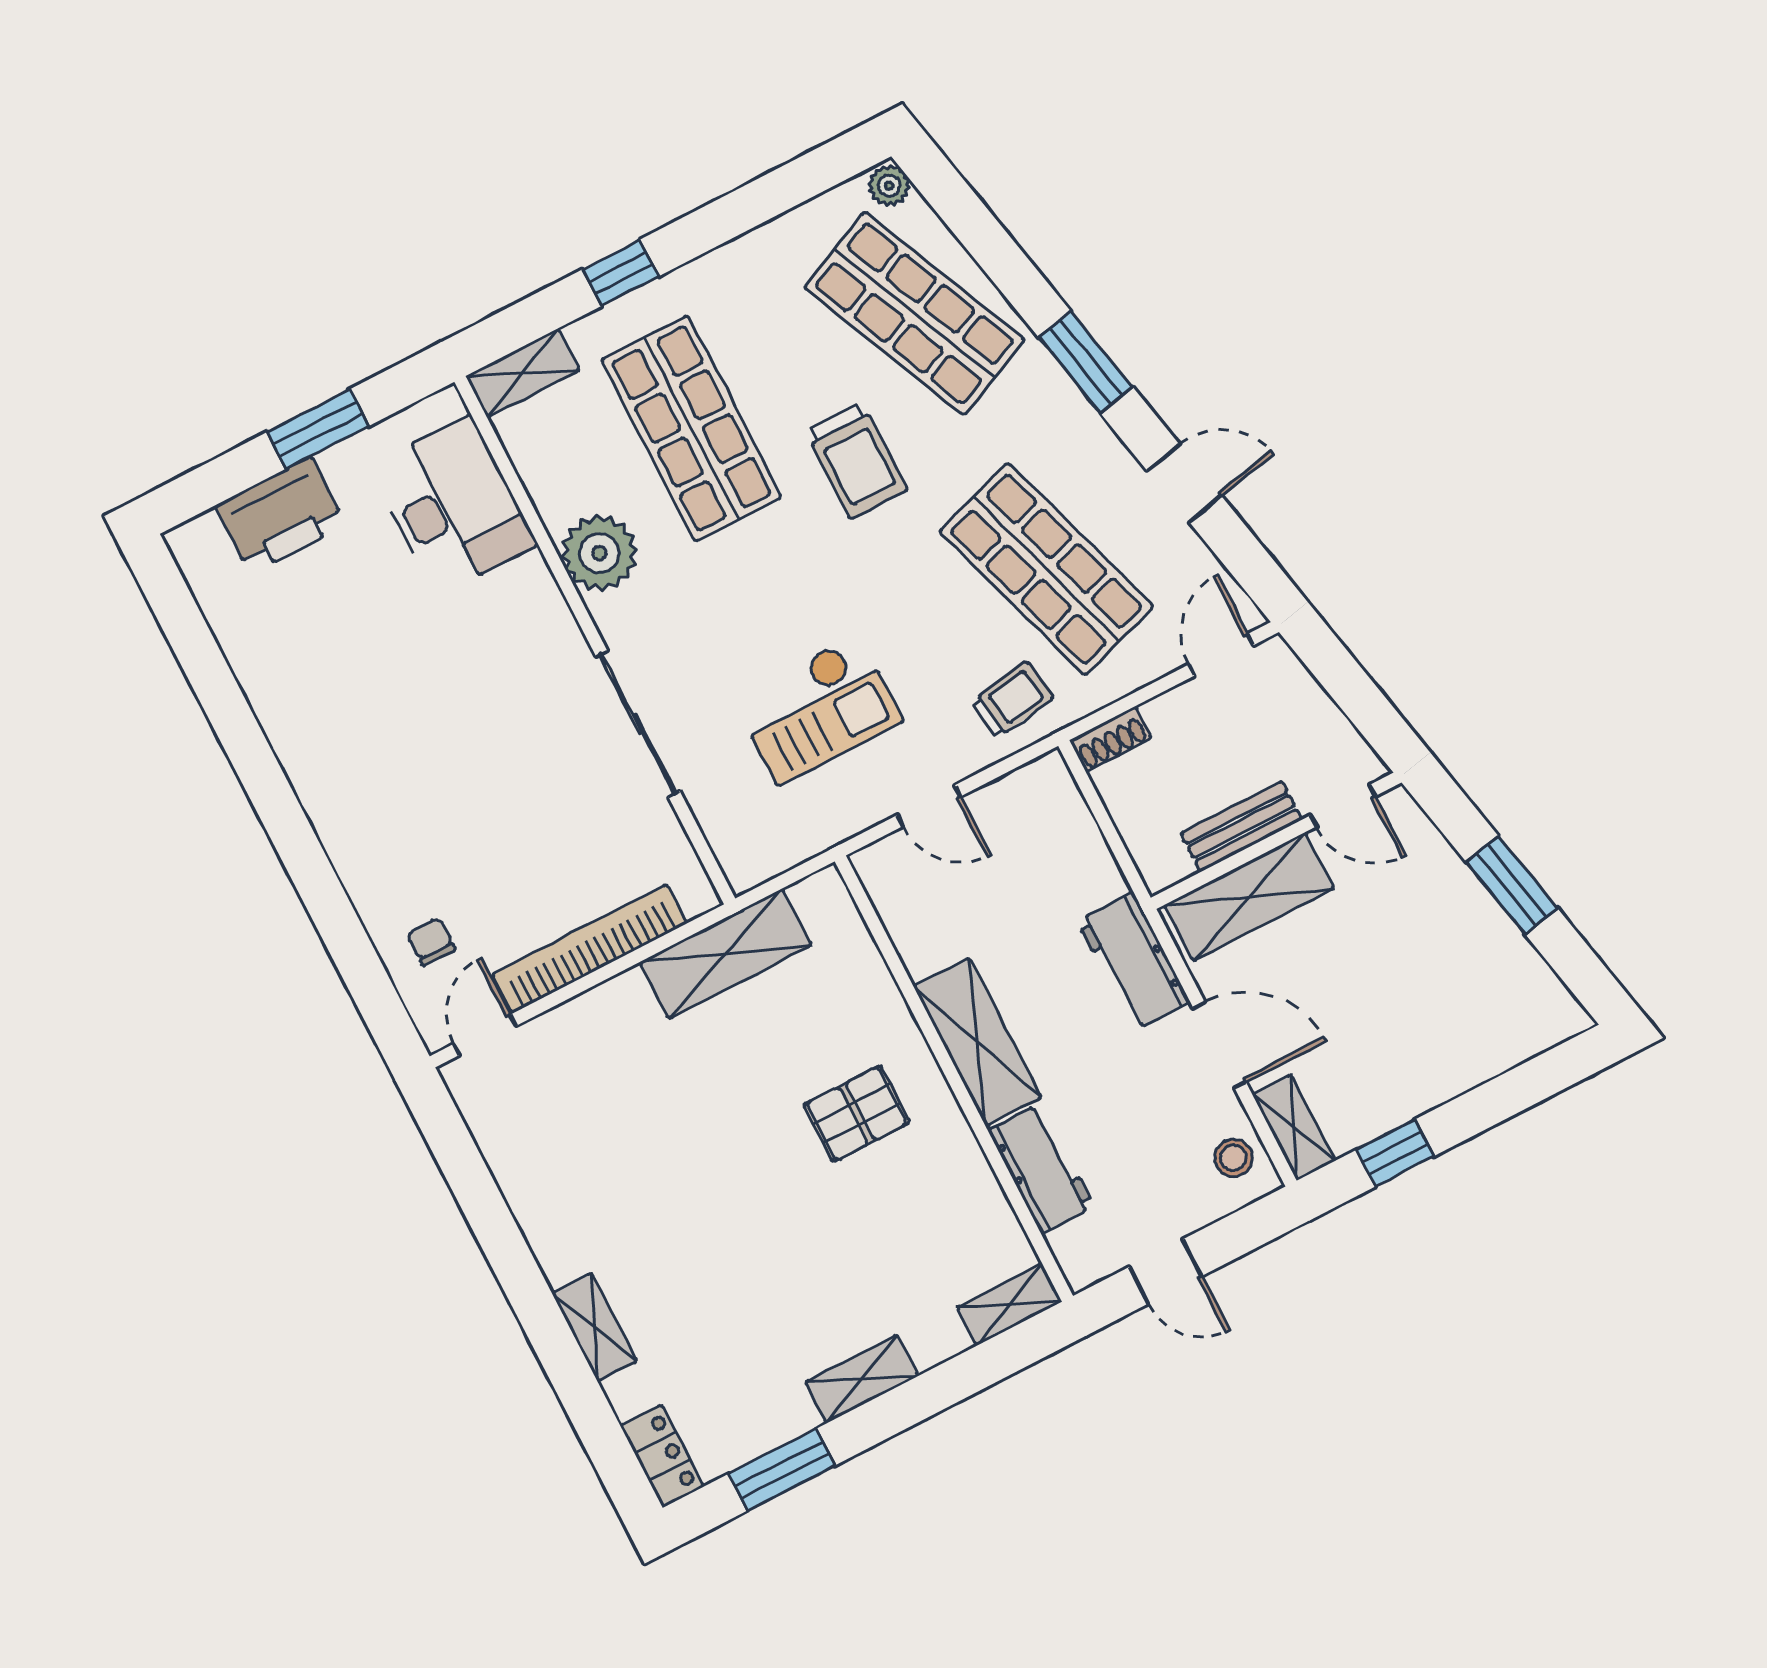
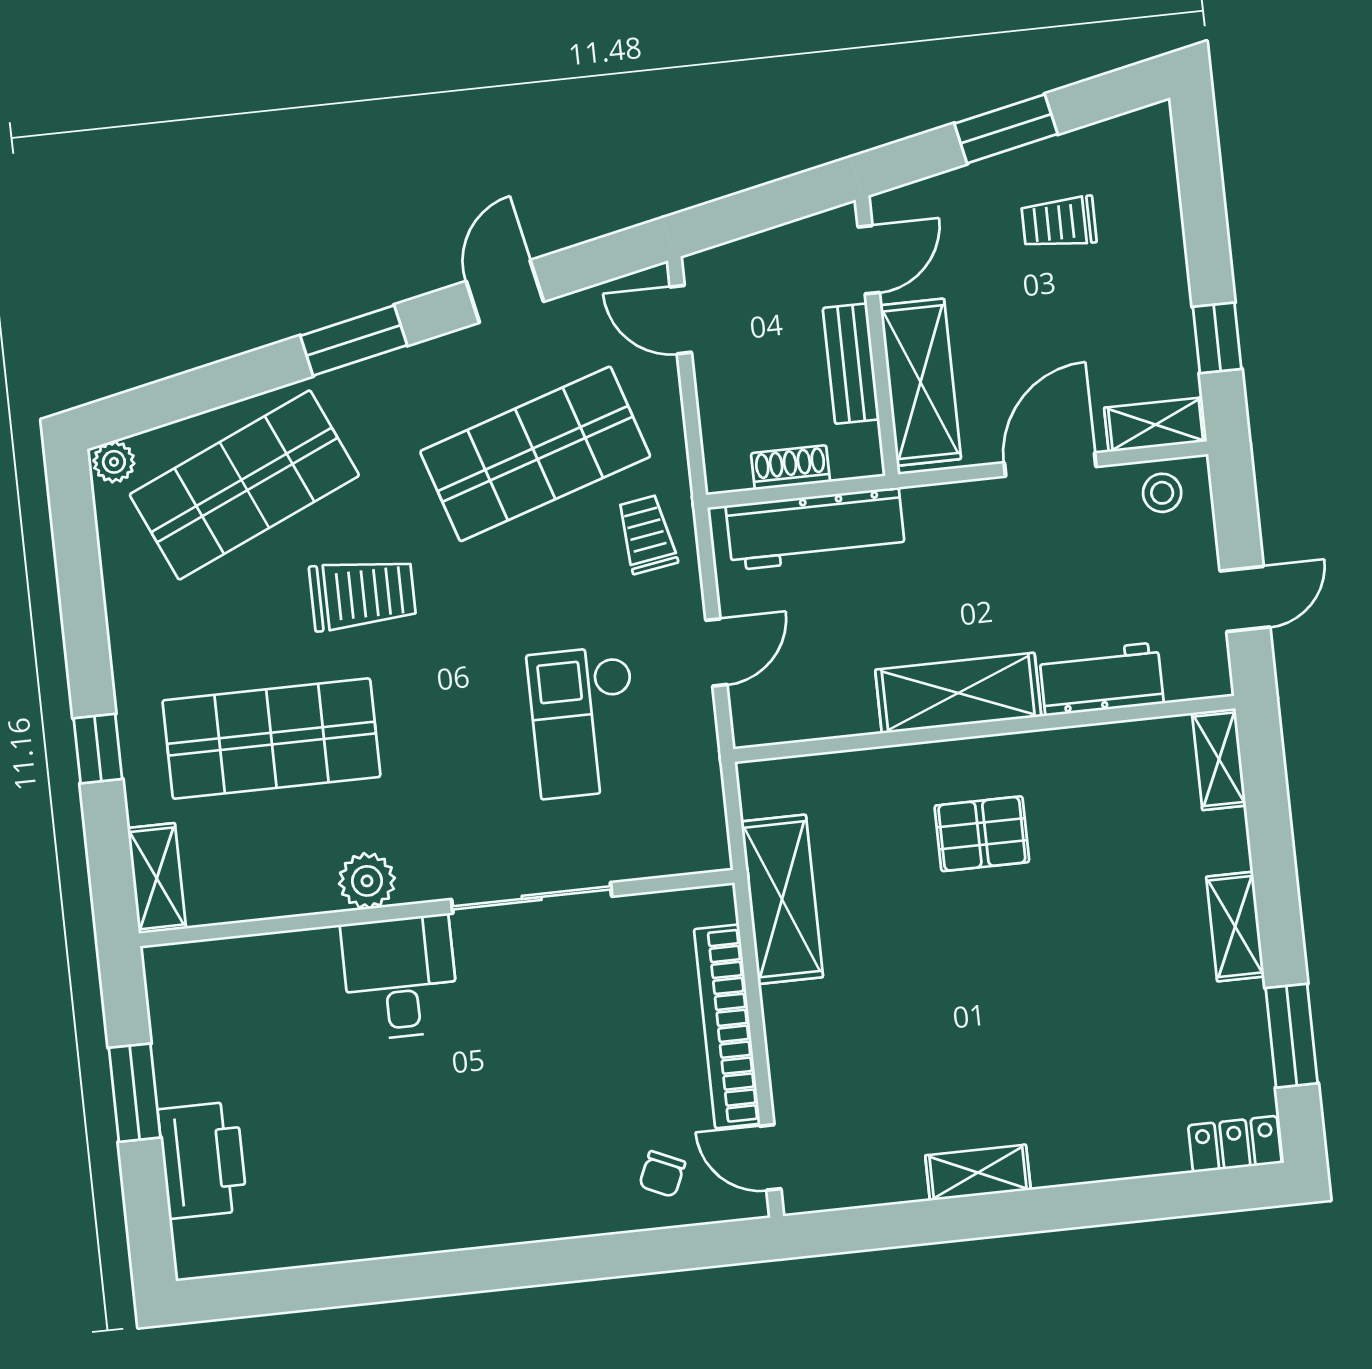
desk: (453, 506) -> (400, 977), moved, width x0.73
plant: (599, 553) -> (367, 881), width x0.73, depth x0.73
checkout: (818, 710) -> (584, 722), turned 180
shoe rack: (1111, 739) -> (790, 468), moved, turned -90
chair: (431, 942) -> (662, 1174), turned -66
workbench: (1133, 962) -> (816, 529), moved, width x1.38
trolley: (1445, 967) -> (1059, 223), added
pallet: (857, 1114) -> (982, 834), turned 90
shelving: (595, 1327) -> (978, 1173), moved

